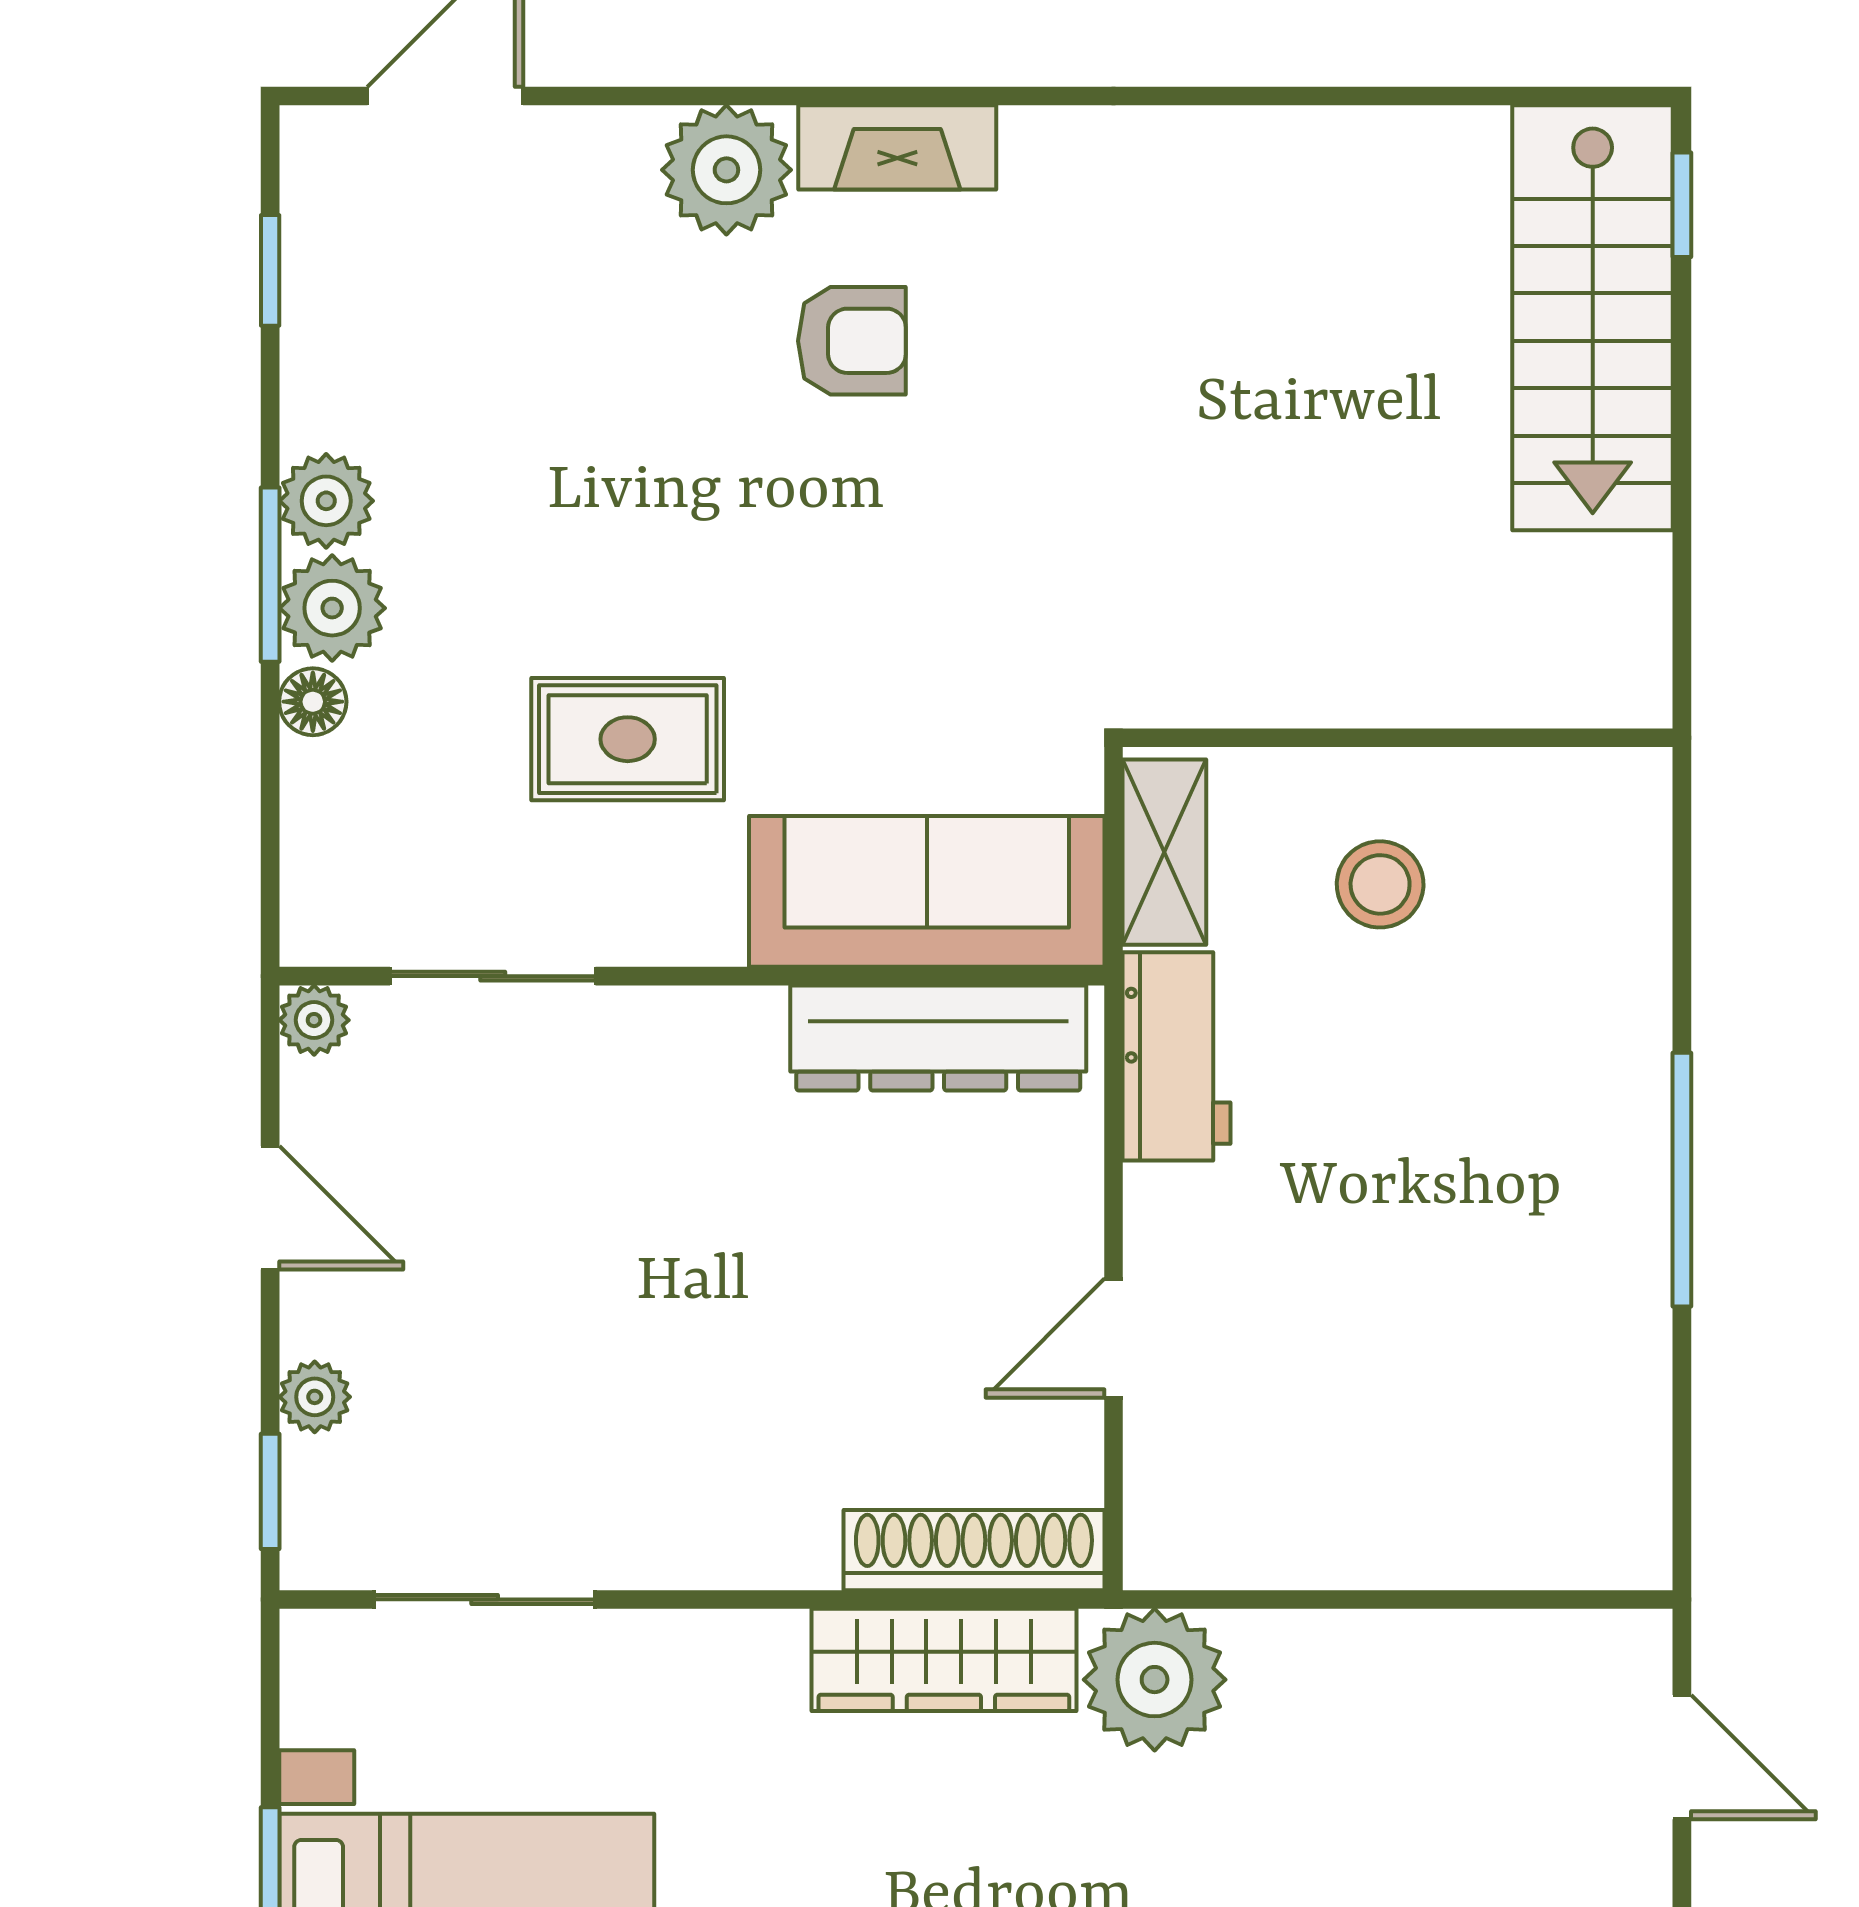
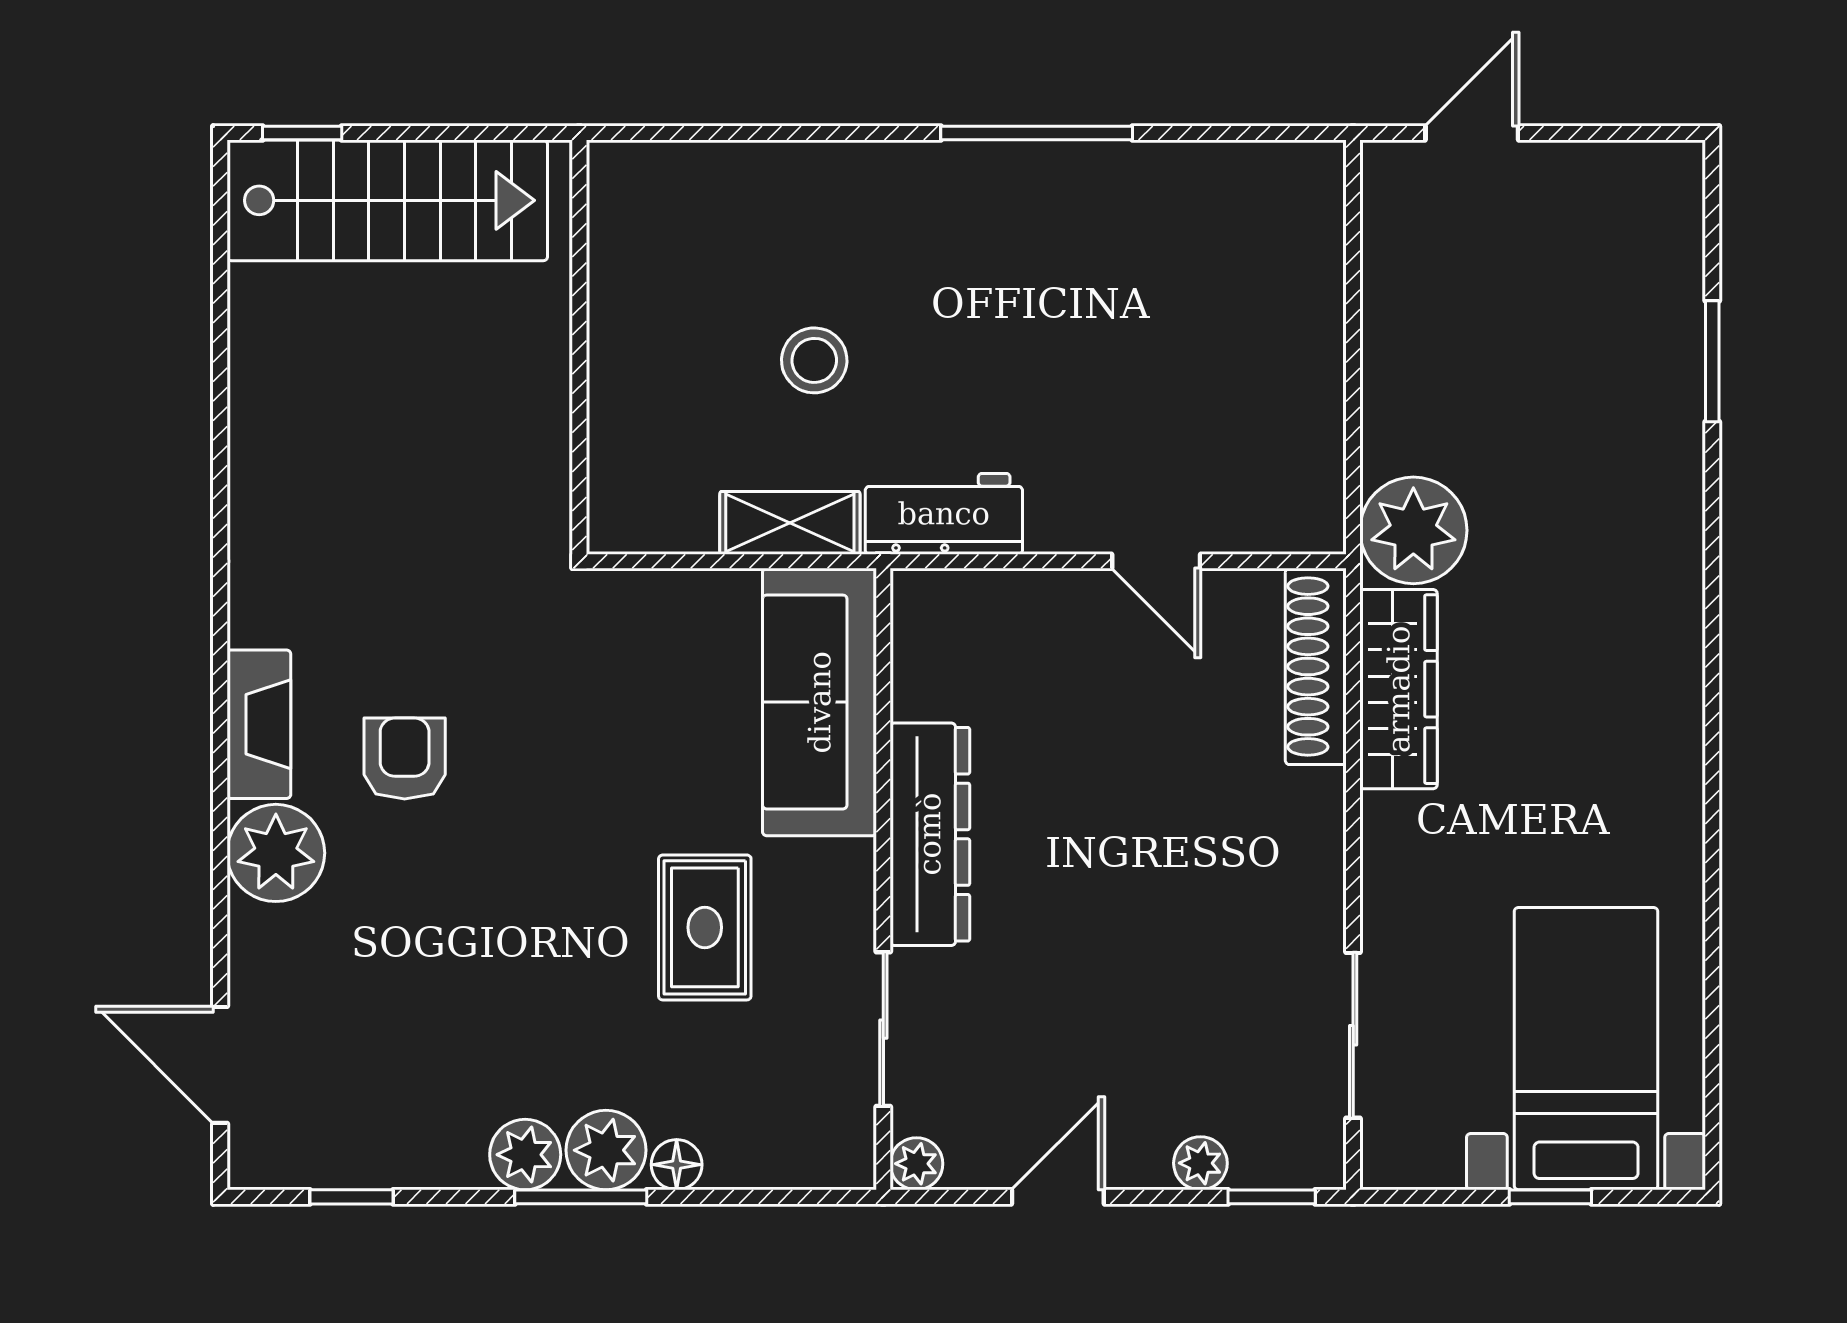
wall: (1398, 738) -> (579, 347), moved
dresser: (938, 1038) -> (930, 834), moved

